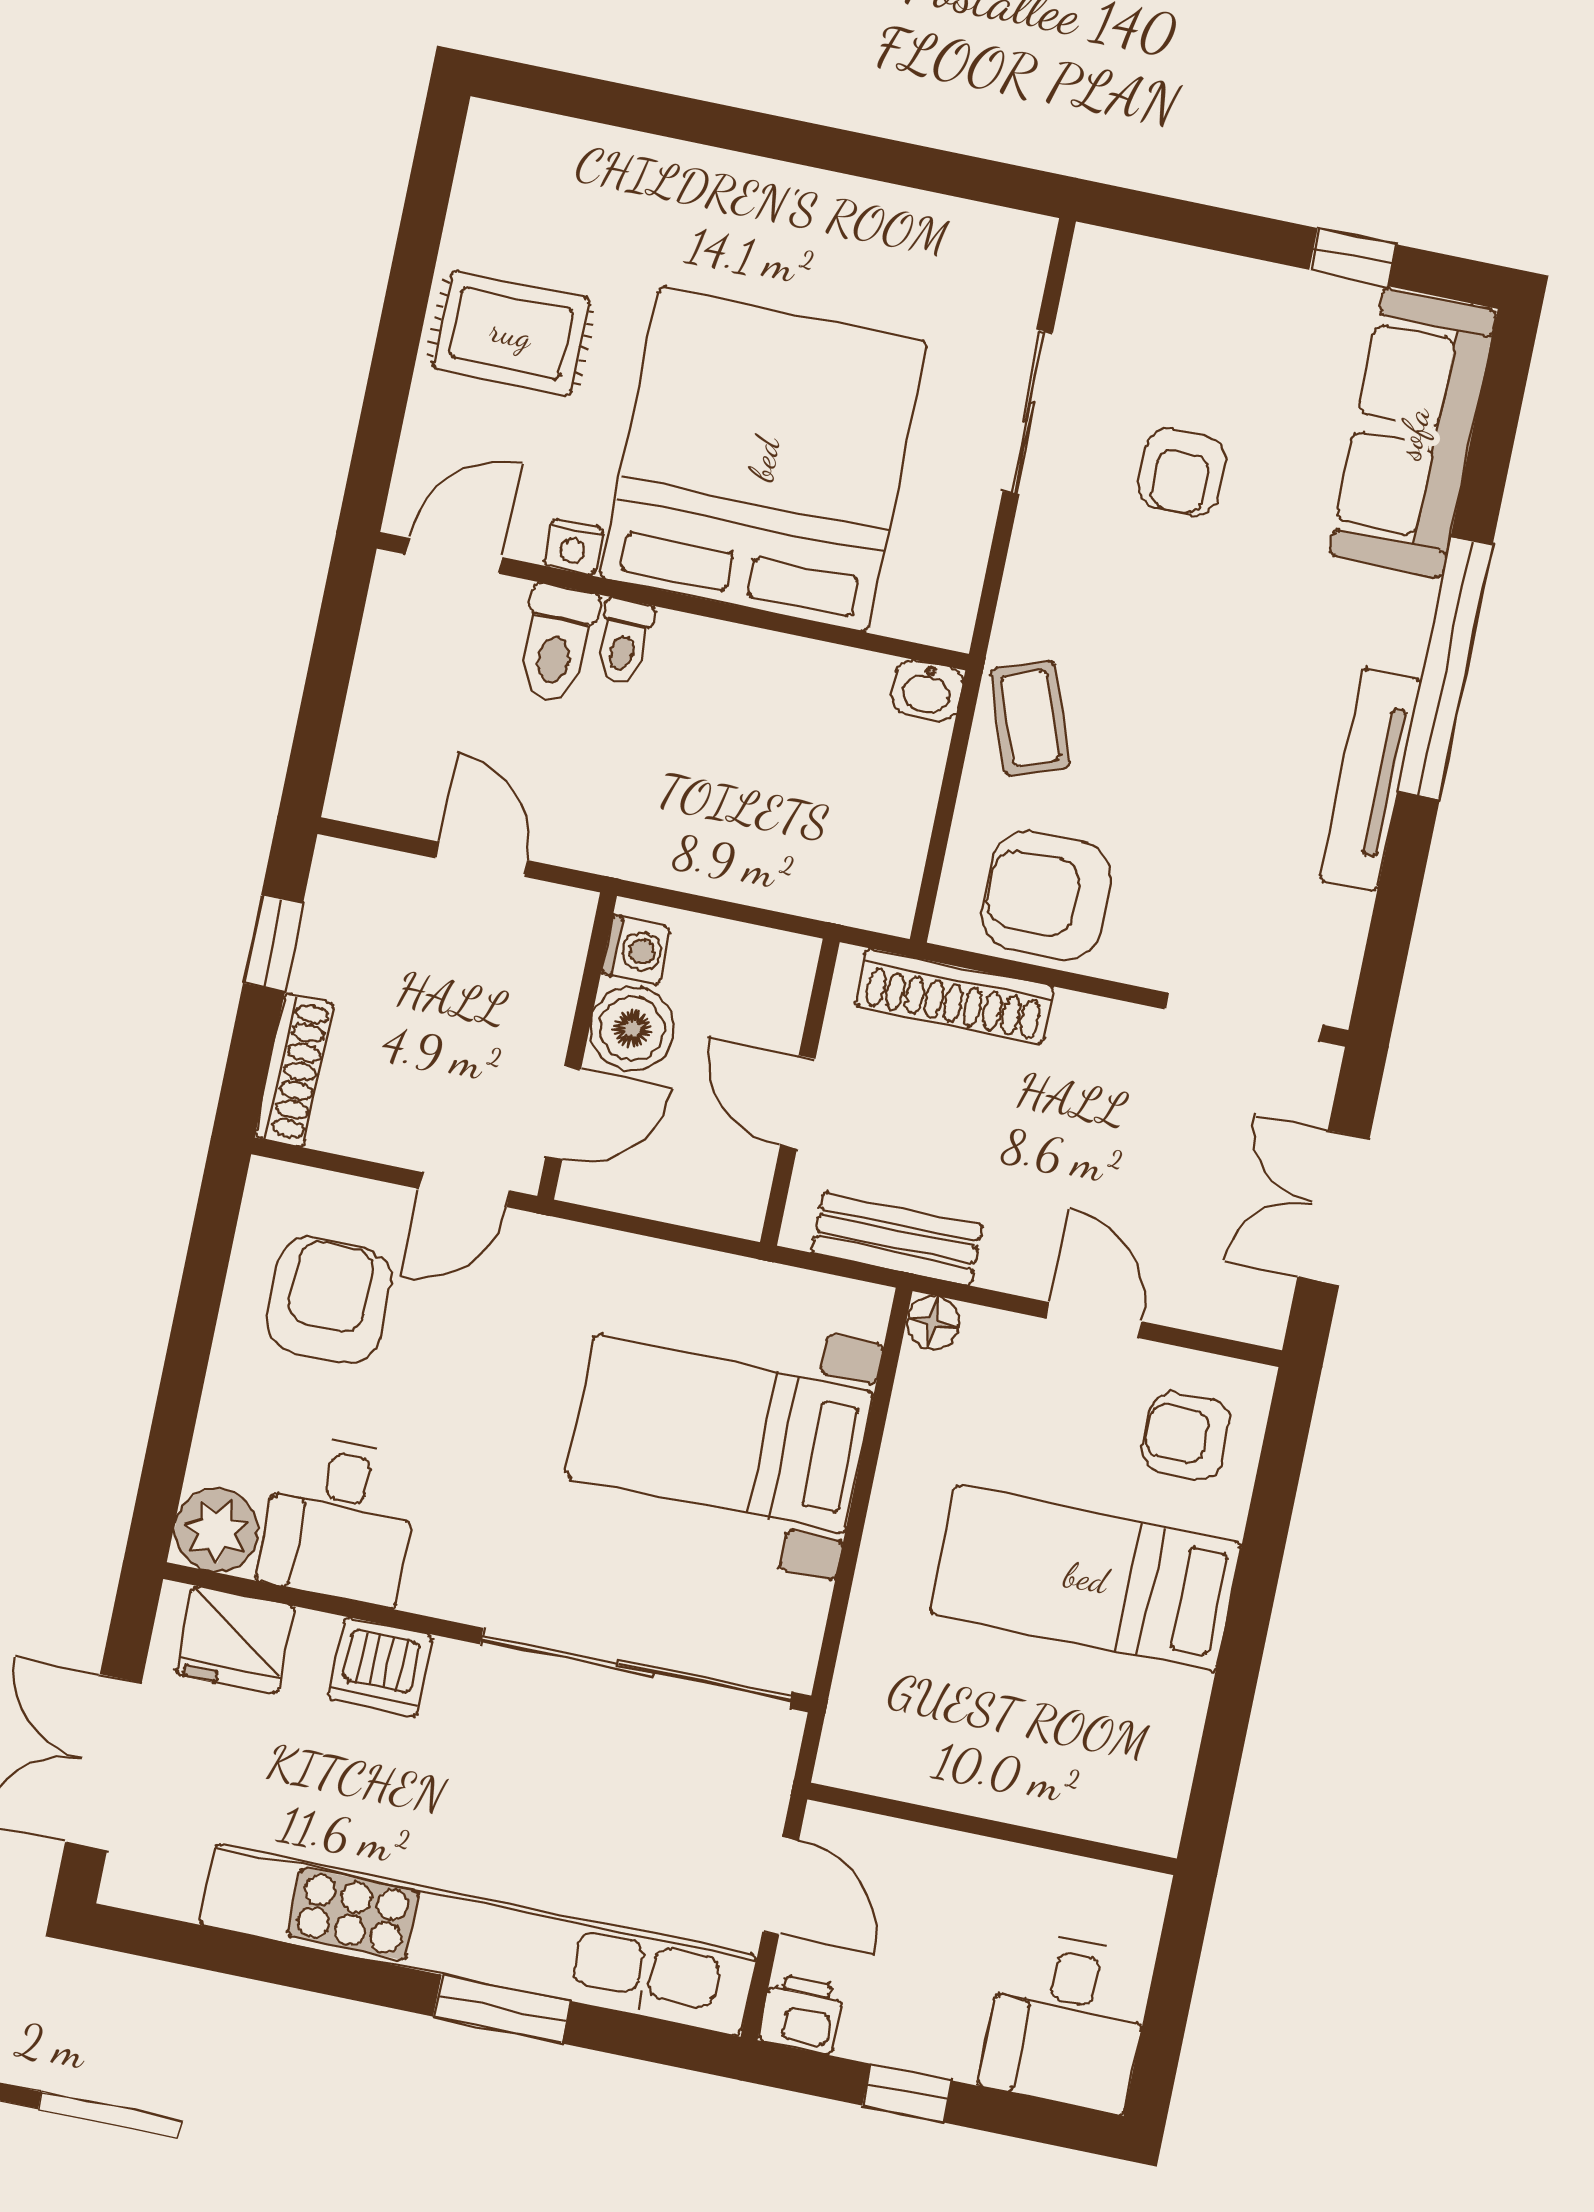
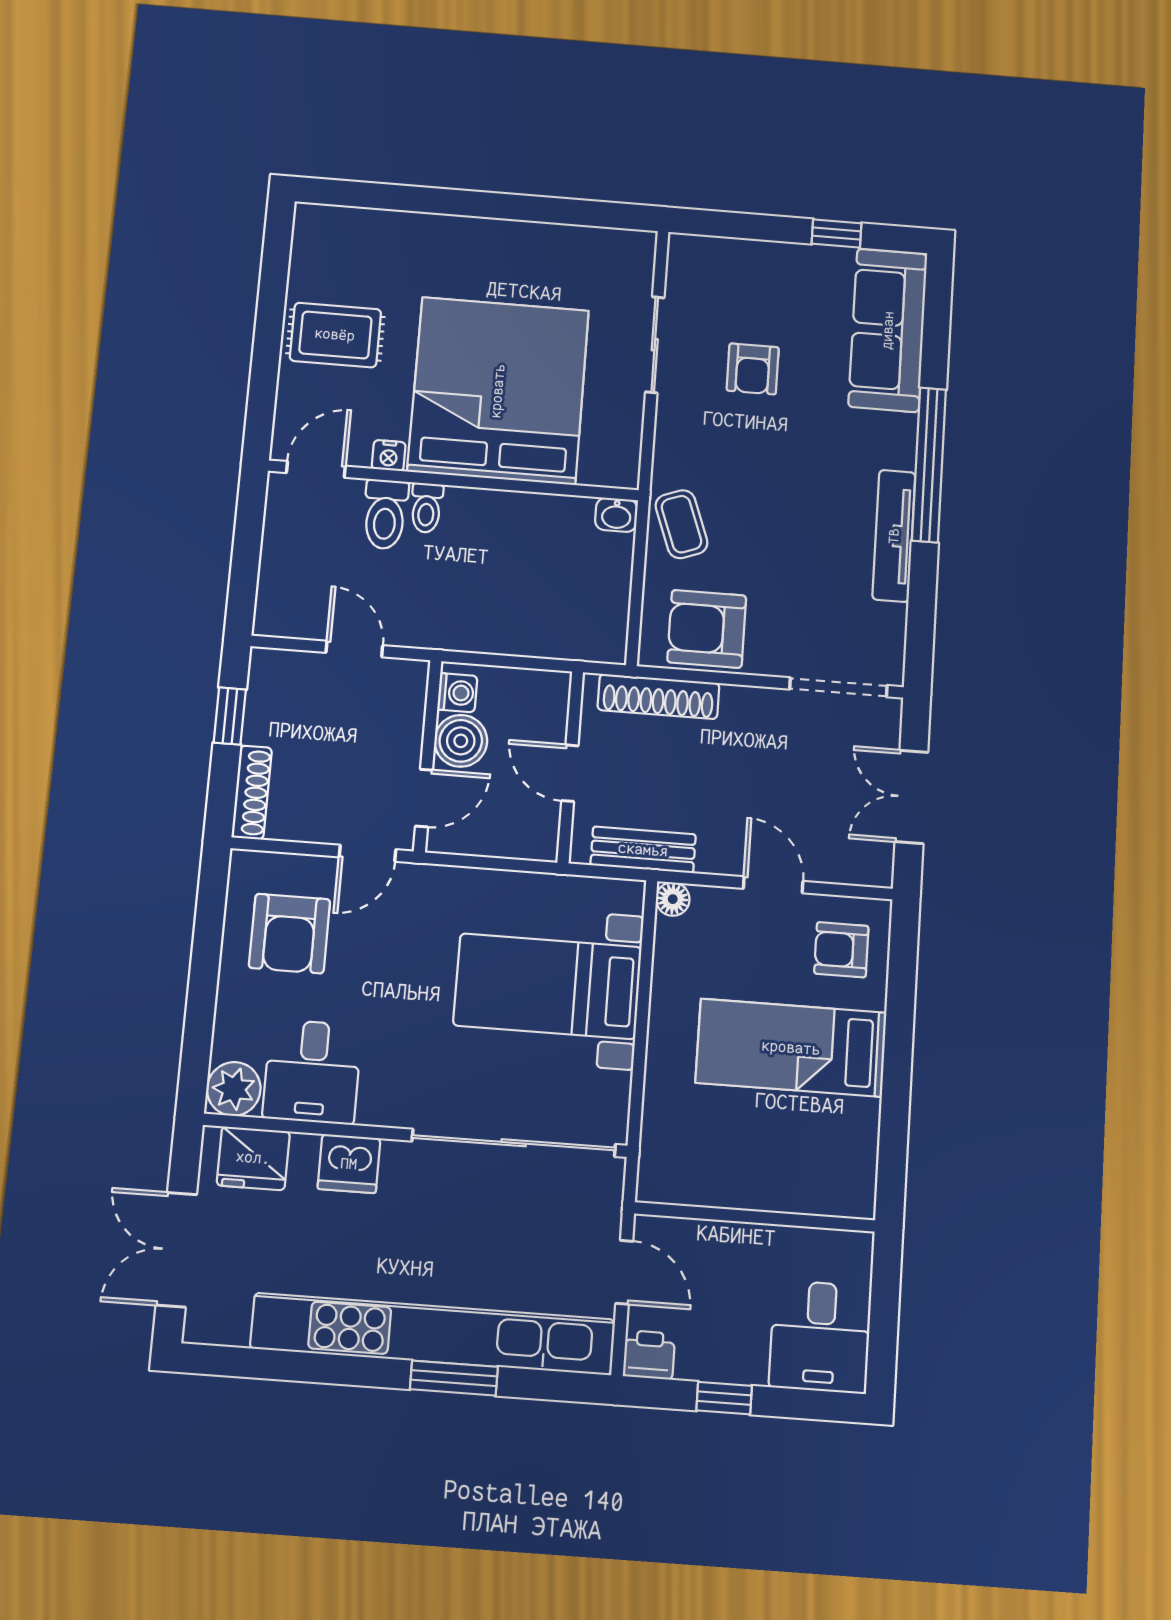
armchair: (329, 1301) -> (289, 934), turned 180

